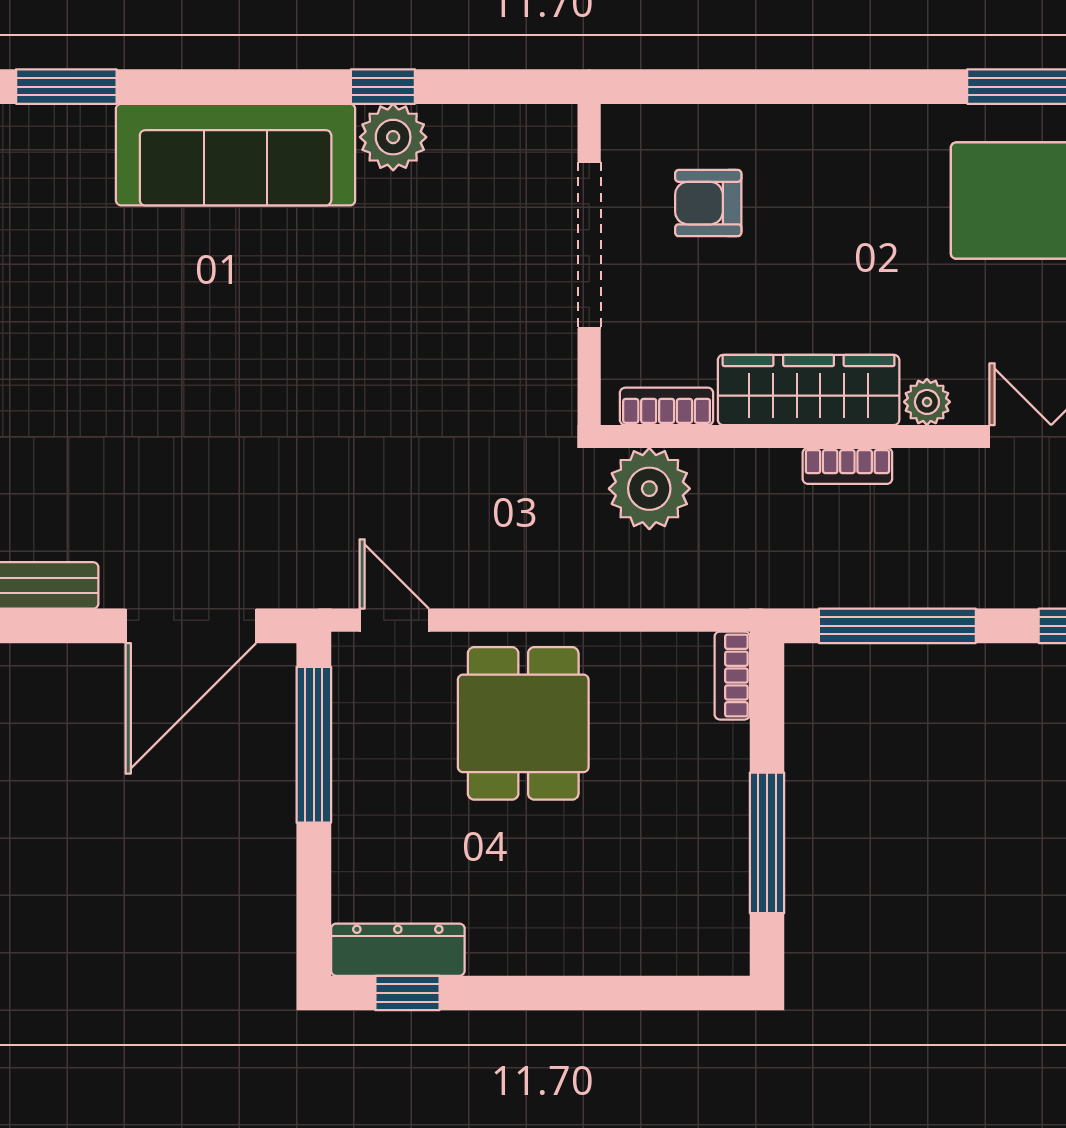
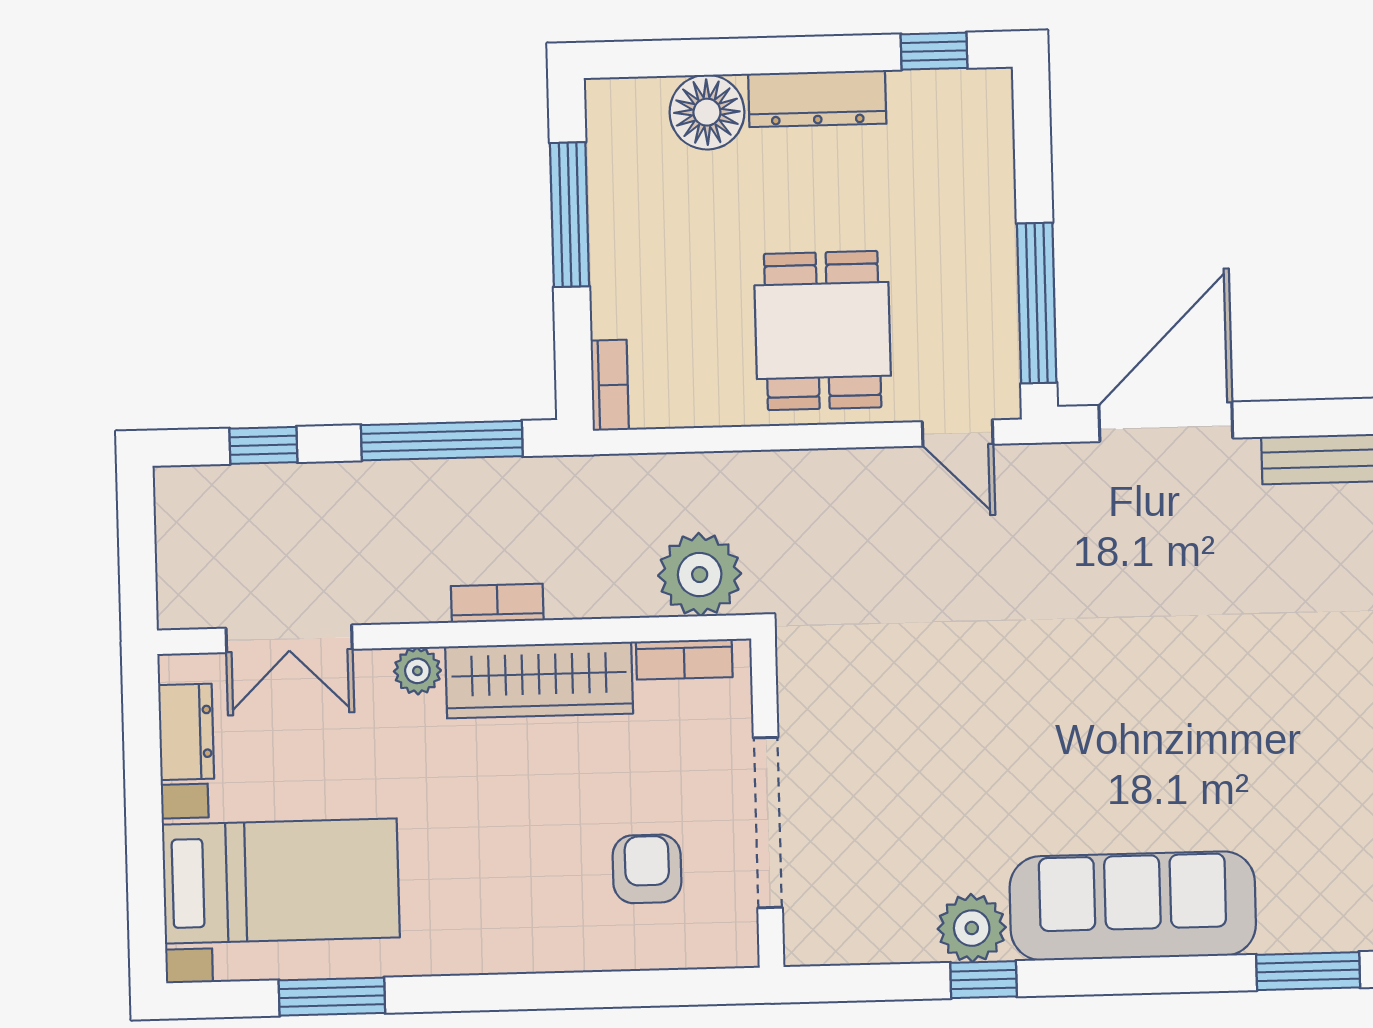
armchair: (708, 203) -> (647, 869), turned -90
floor lamp: (630, 939) -> (707, 112), added
dresser: (398, 950) -> (817, 99), moved

